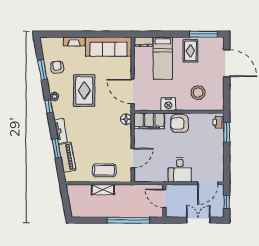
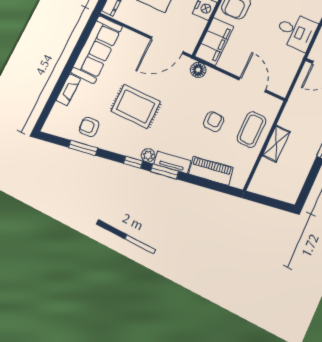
plant: (55, 97) -> (148, 155), moved
armchair: (98, 145) -> (214, 122), added
window: (56, 148) -> (164, 171), moved

